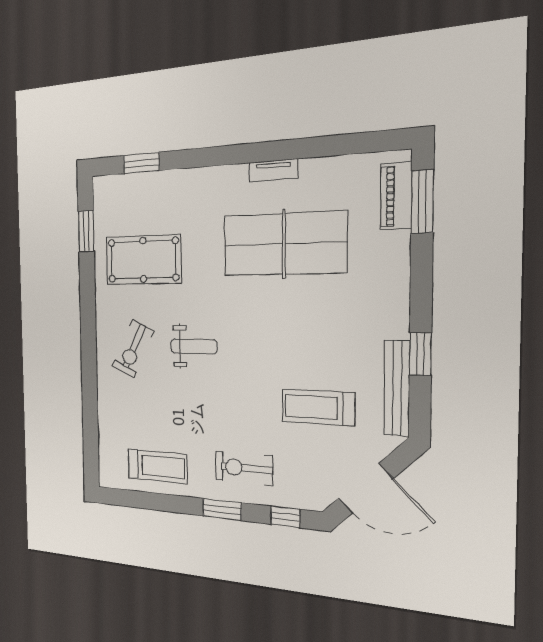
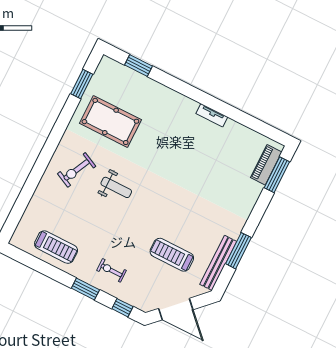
table tennis table: (284, 244) -> (198, 158), removed
window: (420, 354) -> (238, 251), width x1.44
exercise bike: (244, 468) -> (111, 270), width x0.73, depth x0.72

